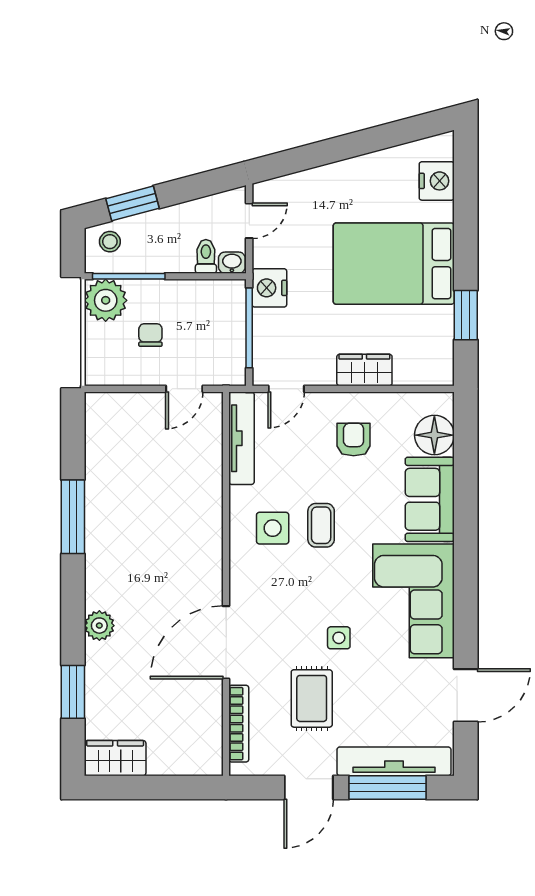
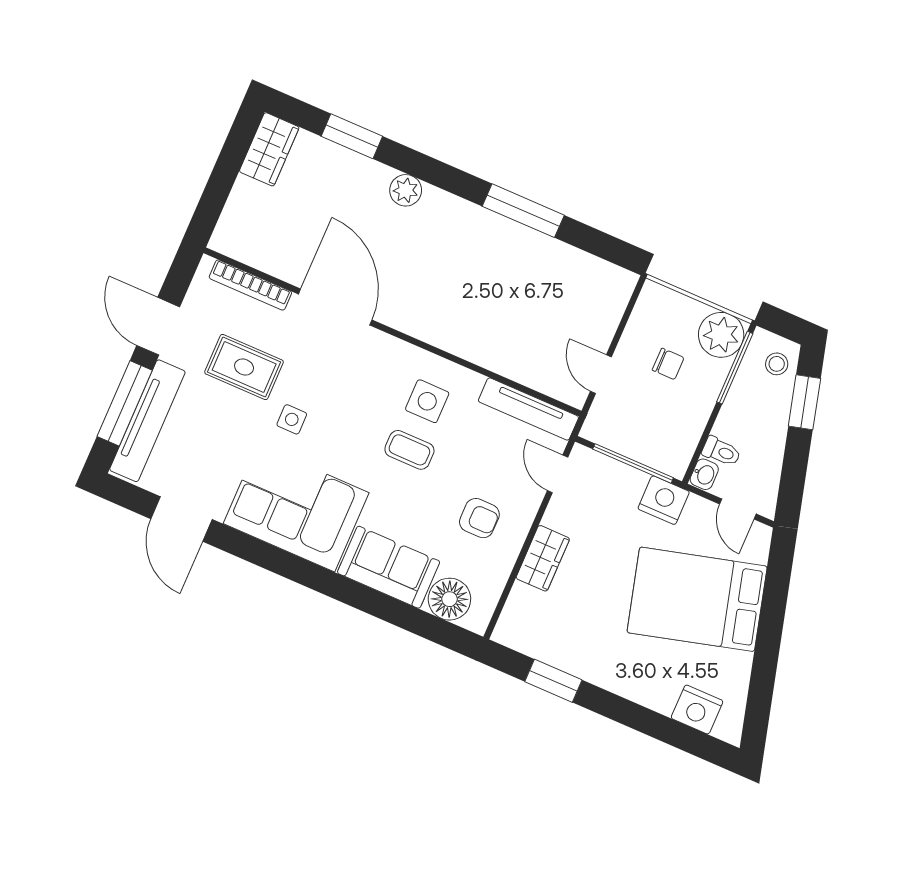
bed: (394, 264) -> (697, 599), moved, turned -105

